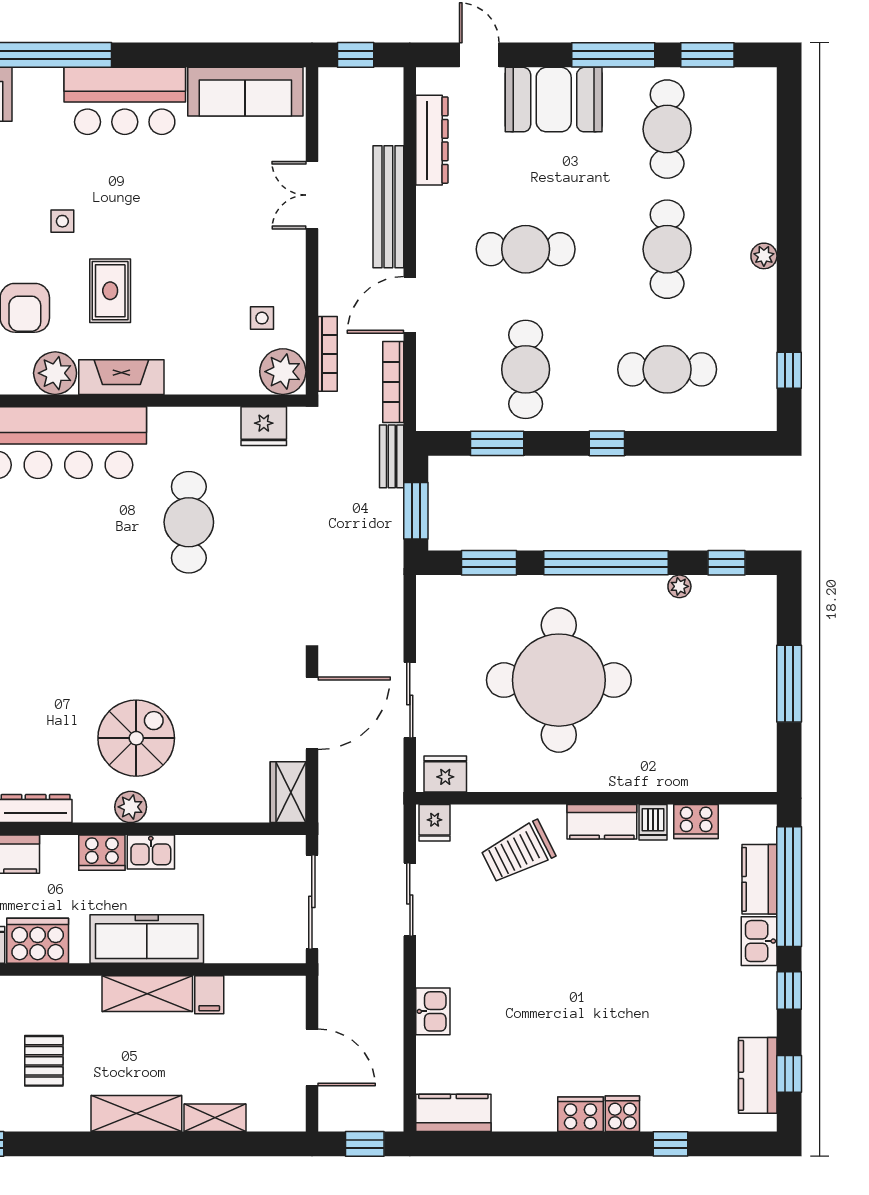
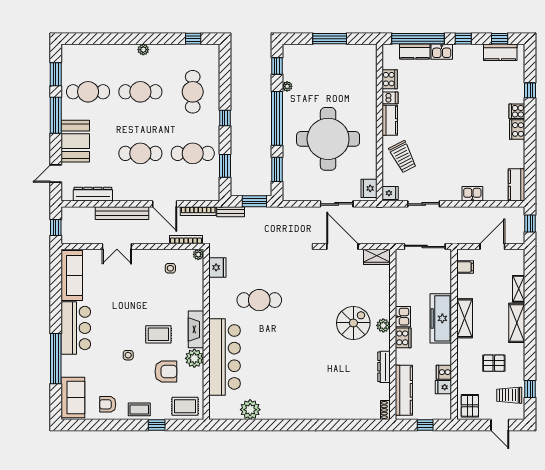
cafe table: (526, 249) -> (140, 153), turned 90
plant: (283, 372) -> (198, 254), width x0.53, depth x0.53
spiral stairs: (136, 738) -> (353, 323), turned 90
cooker: (38, 941) -> (444, 372), width x0.53, depth x0.76
filing cabinet: (209, 995) -> (465, 267), moved

